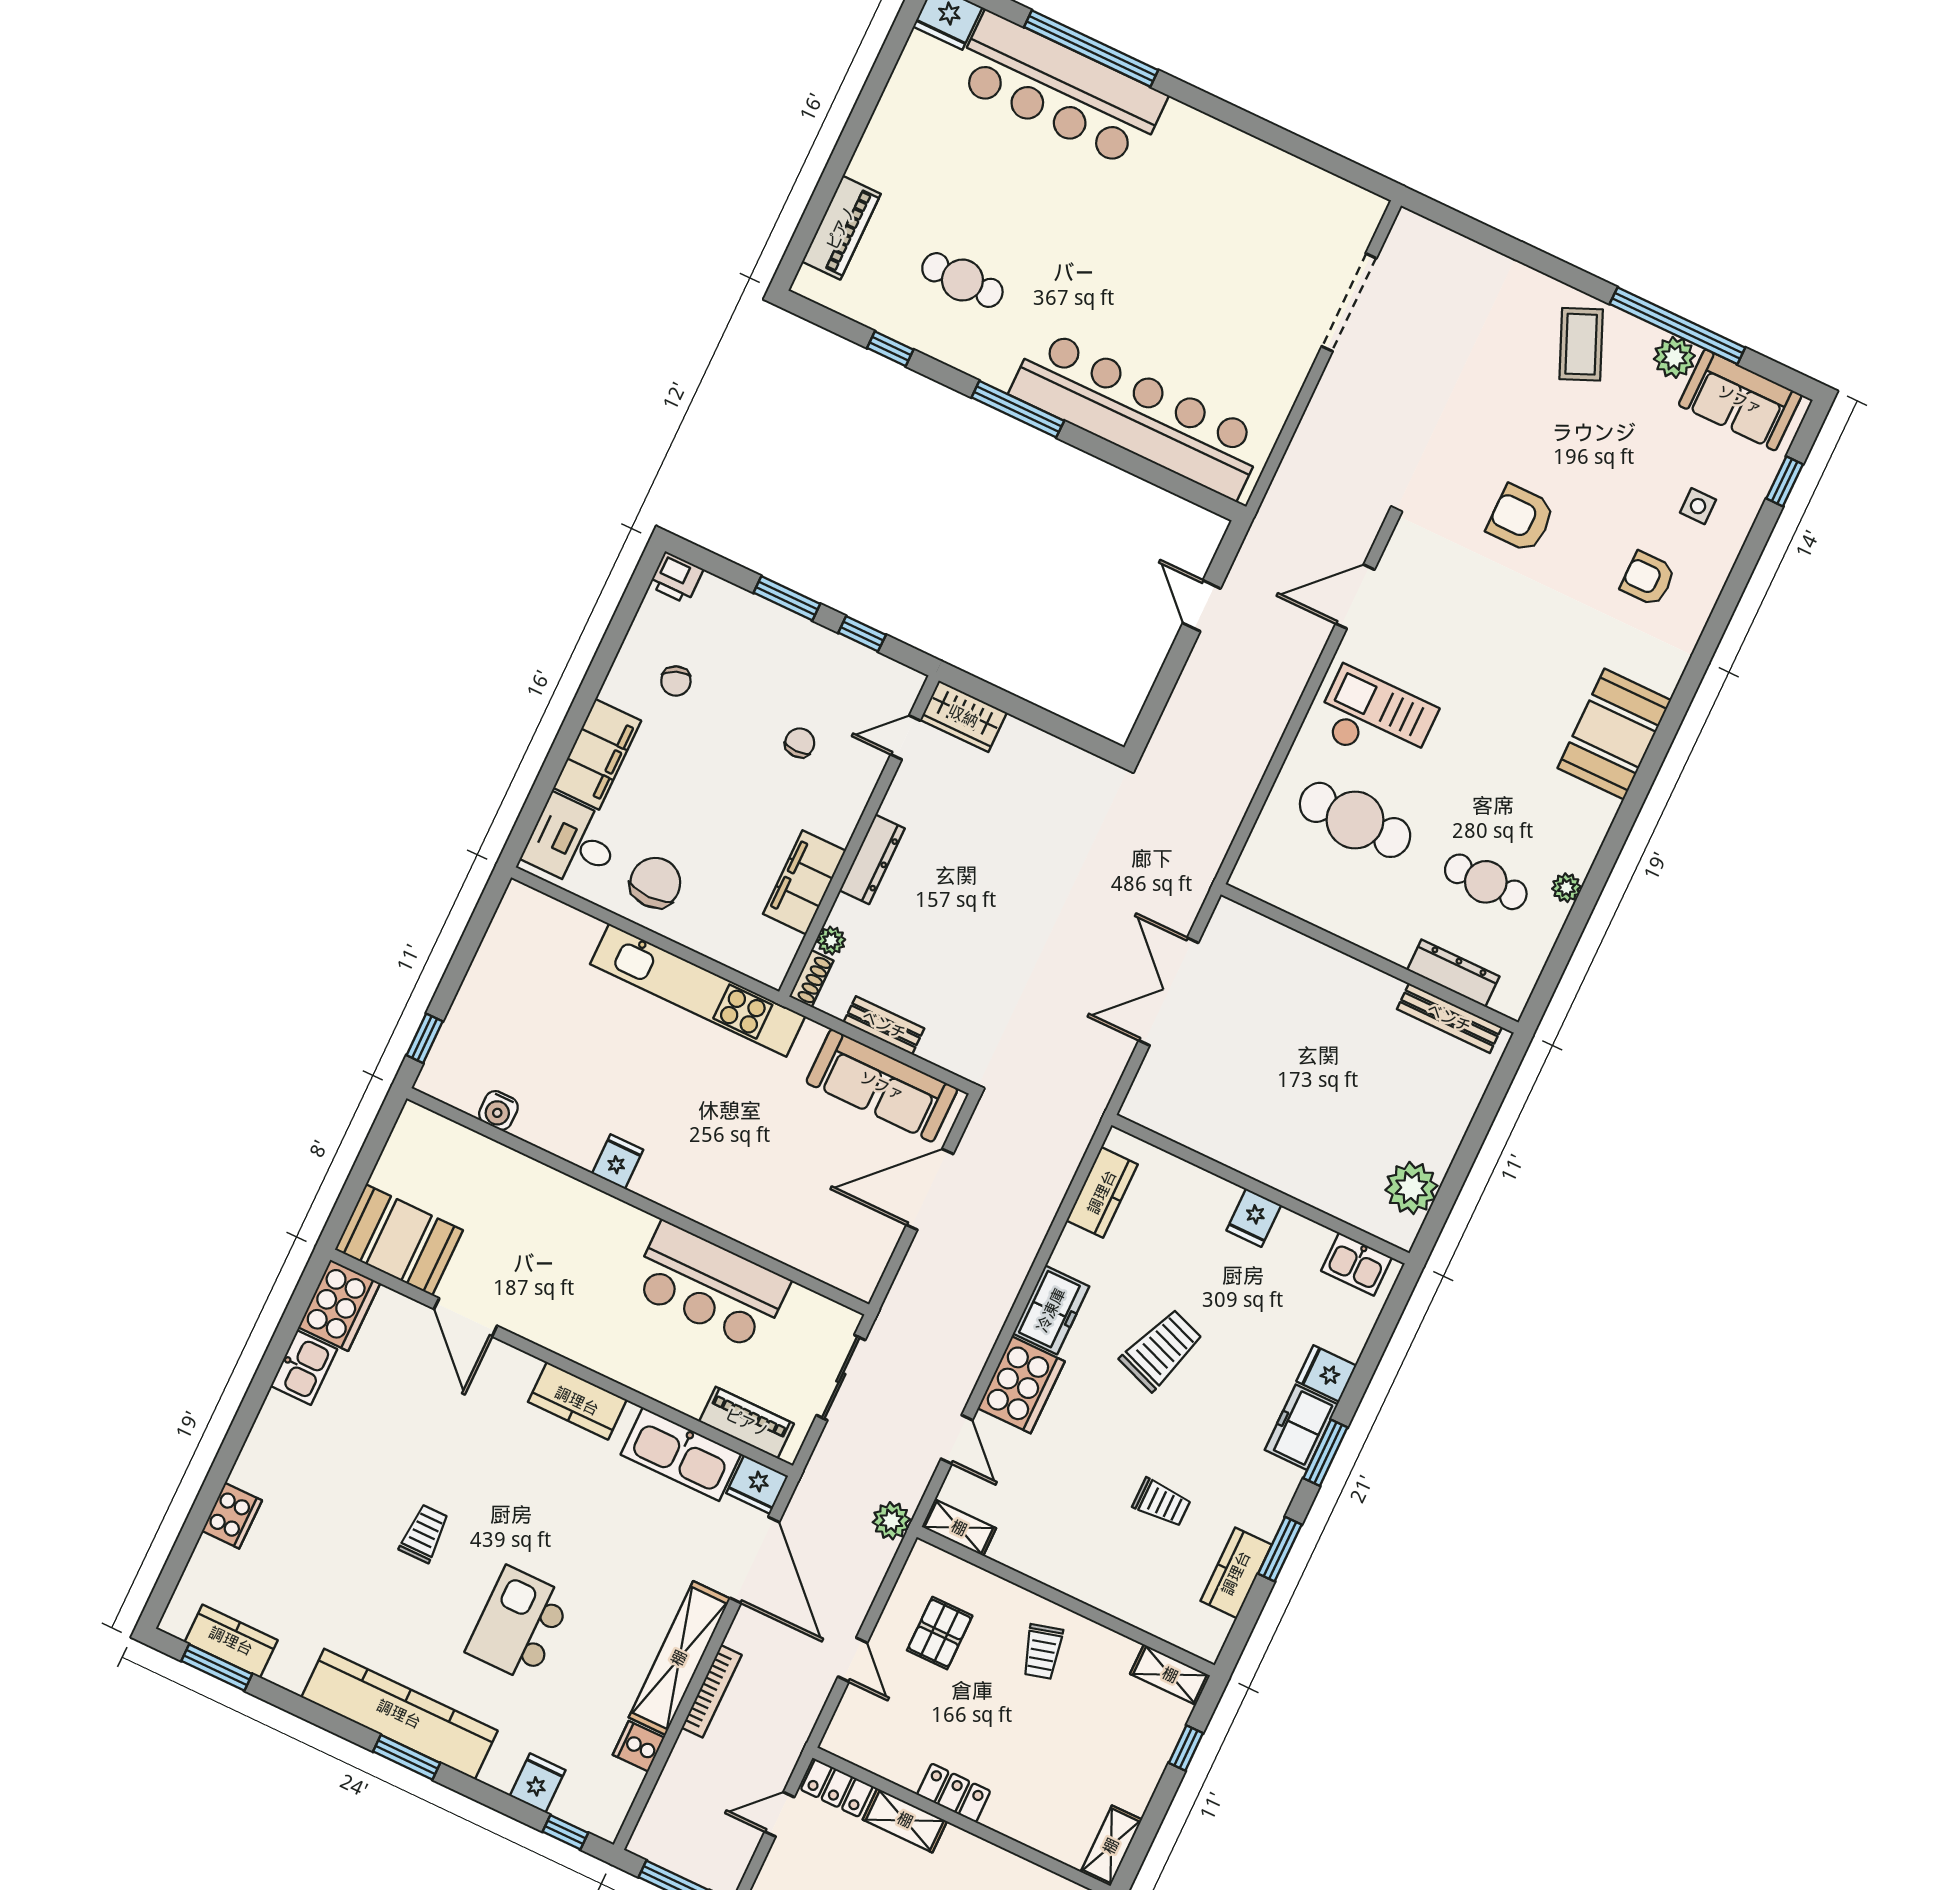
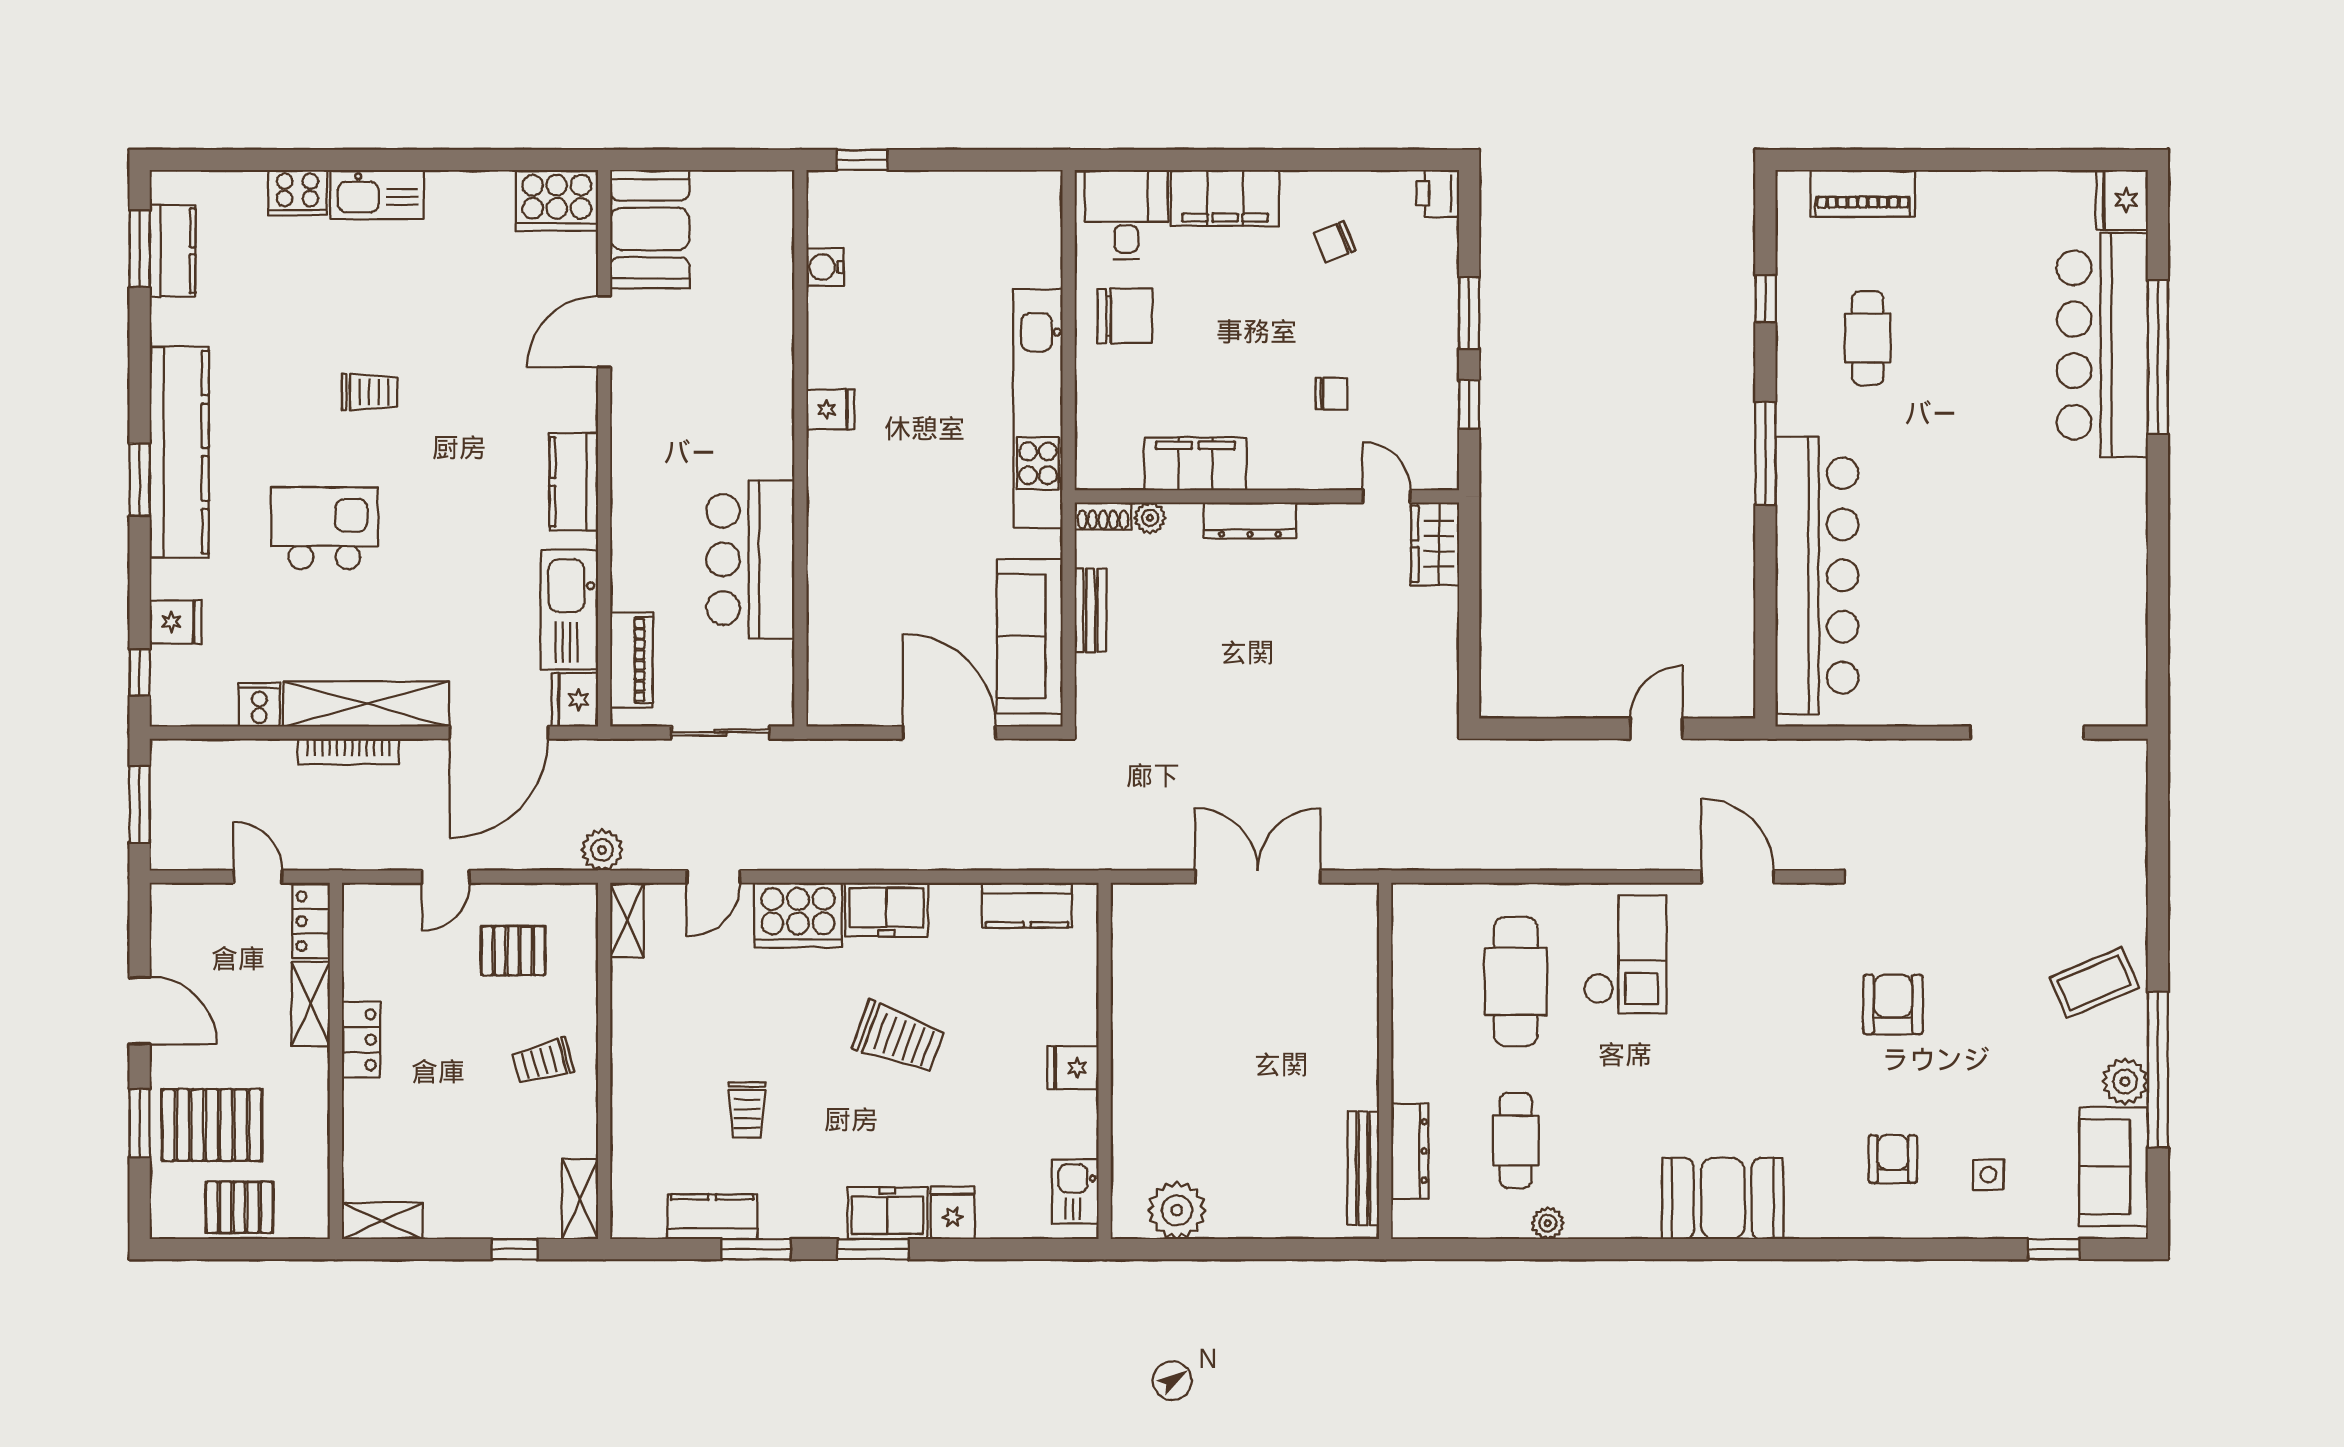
kitchen sink: (304, 1368) -> (377, 195), moved, width x1.38

